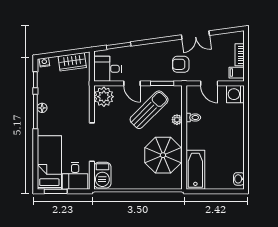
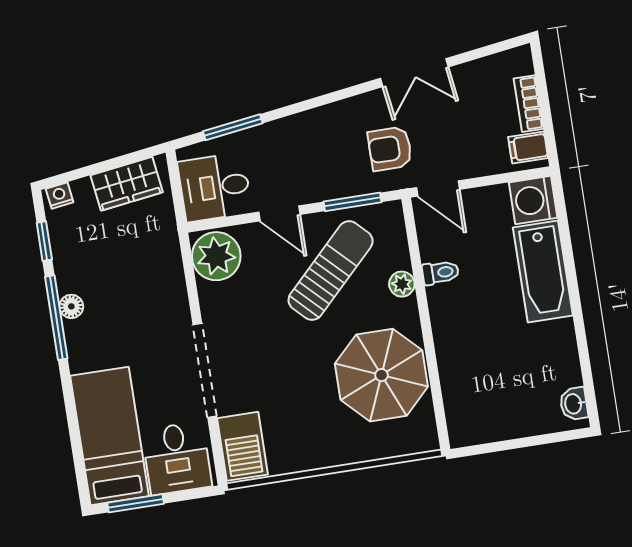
door: (209, 83) -> (438, 188), moved
bathtub: (195, 170) -> (543, 271), moved, turned 180

